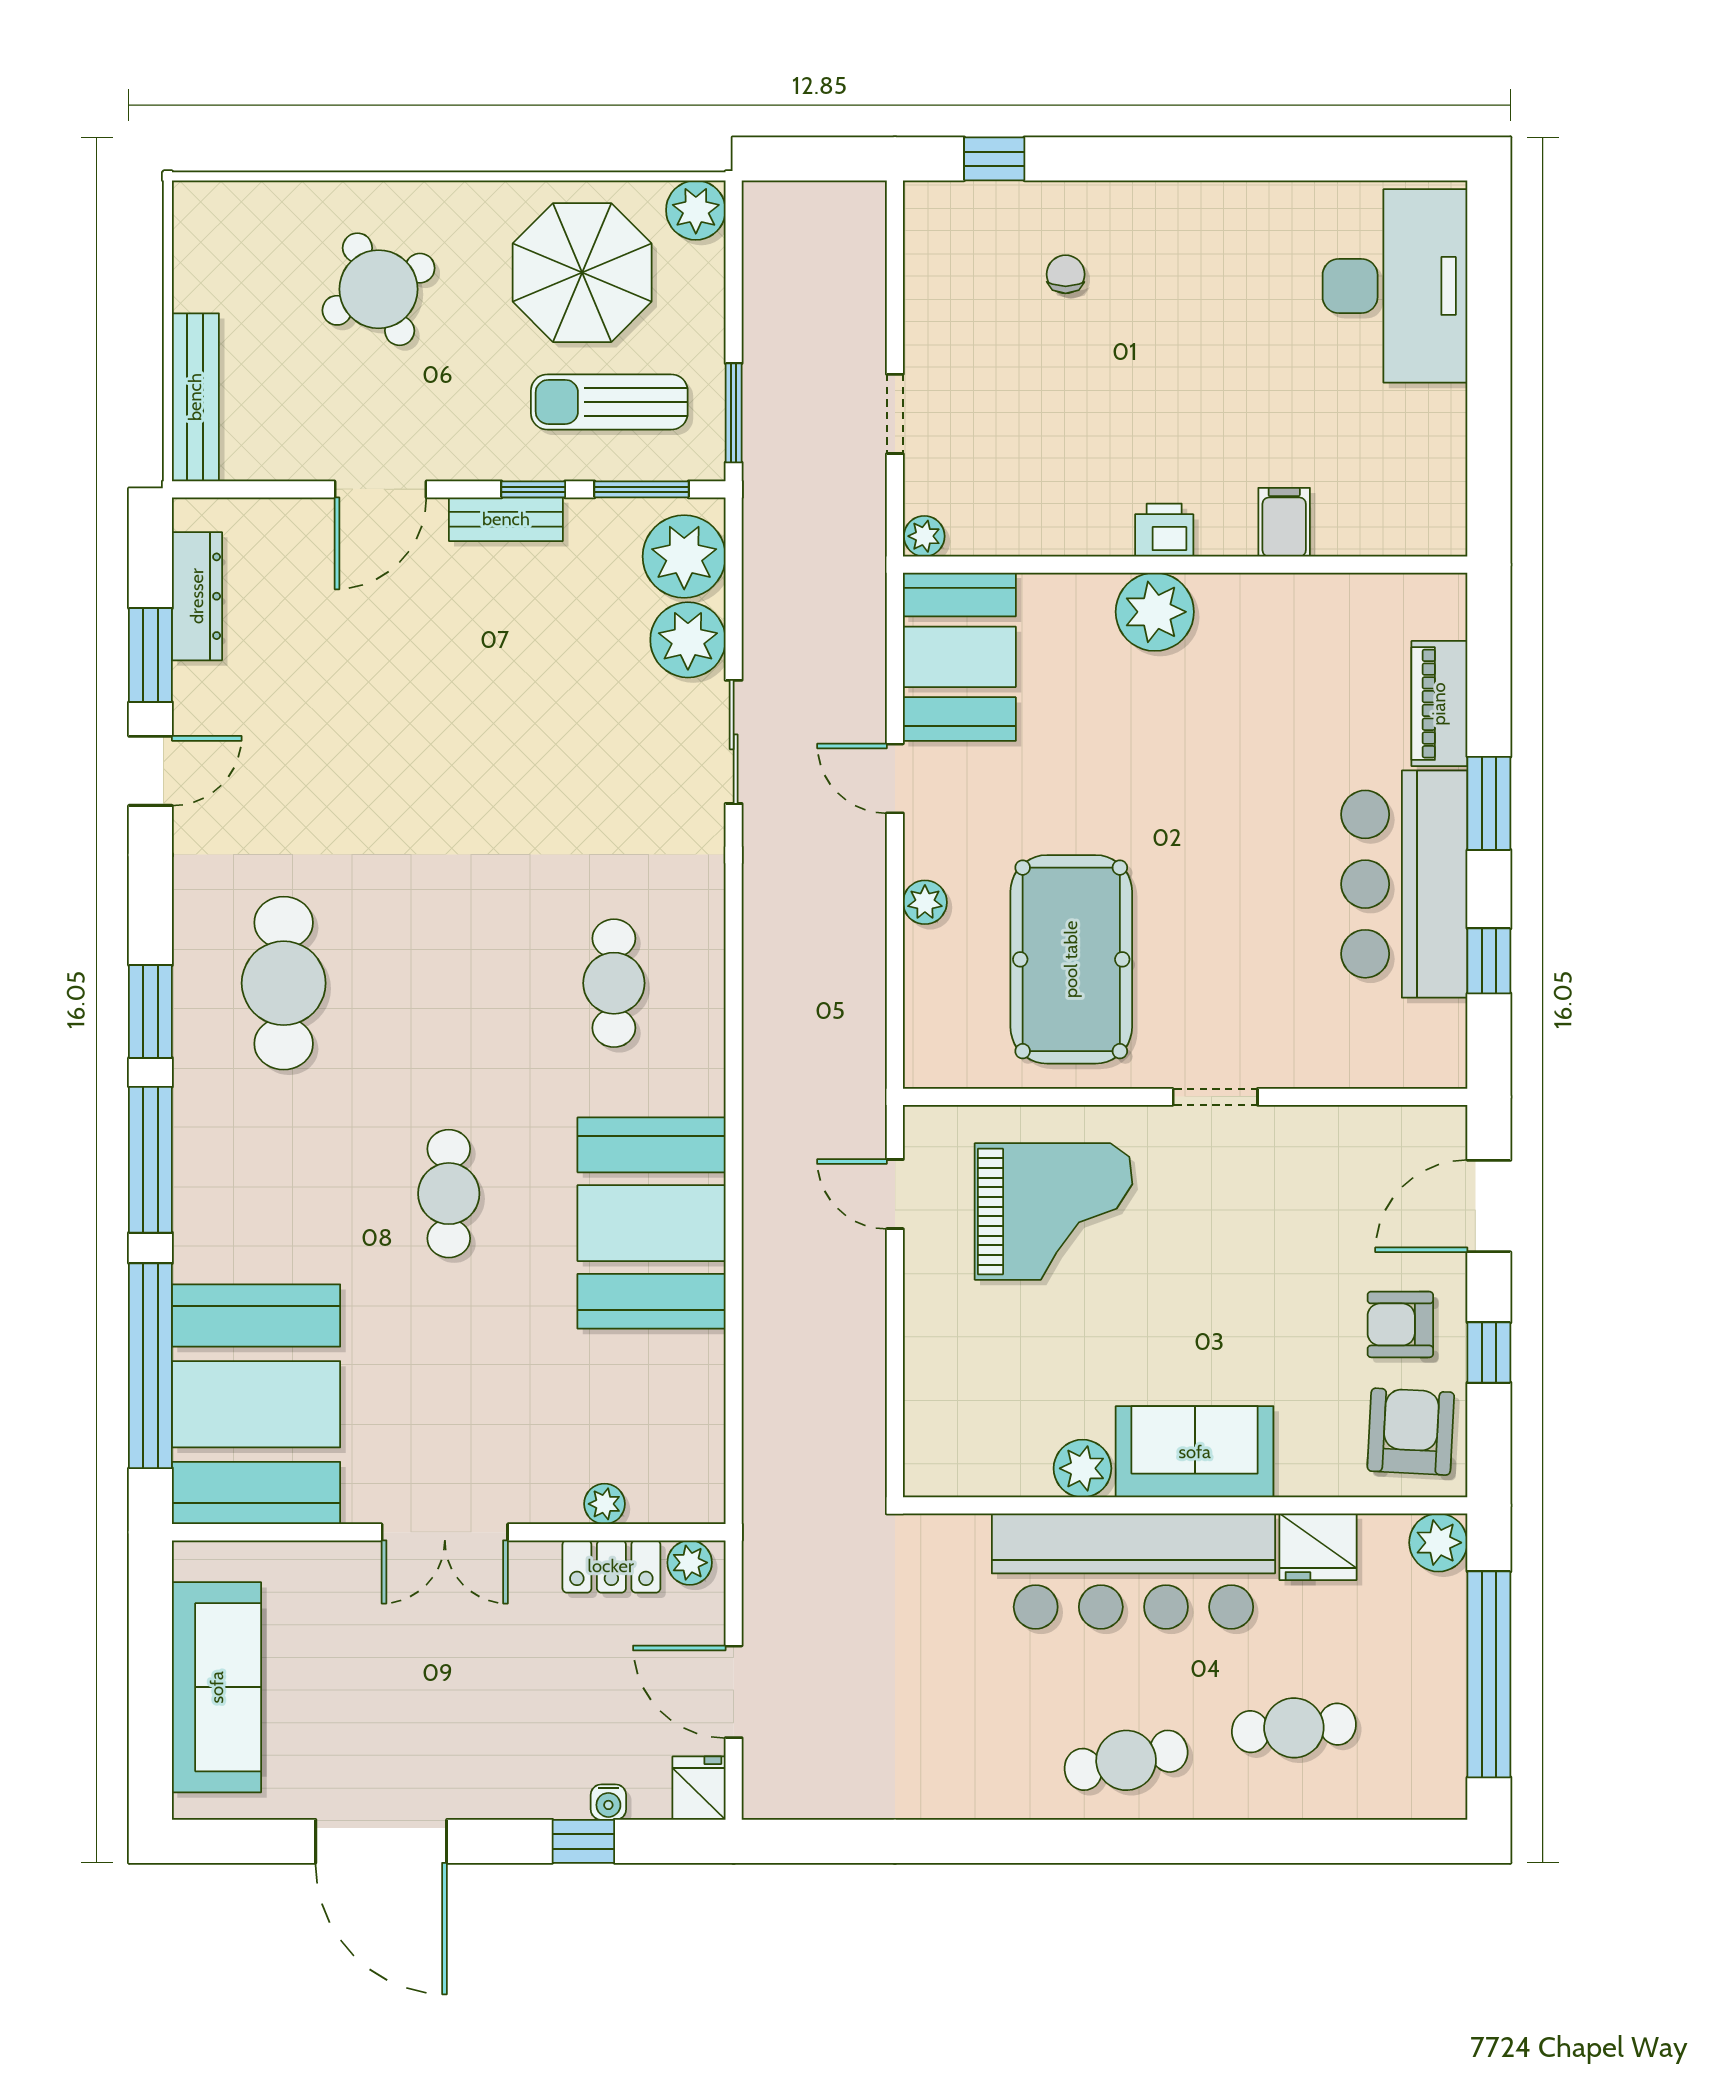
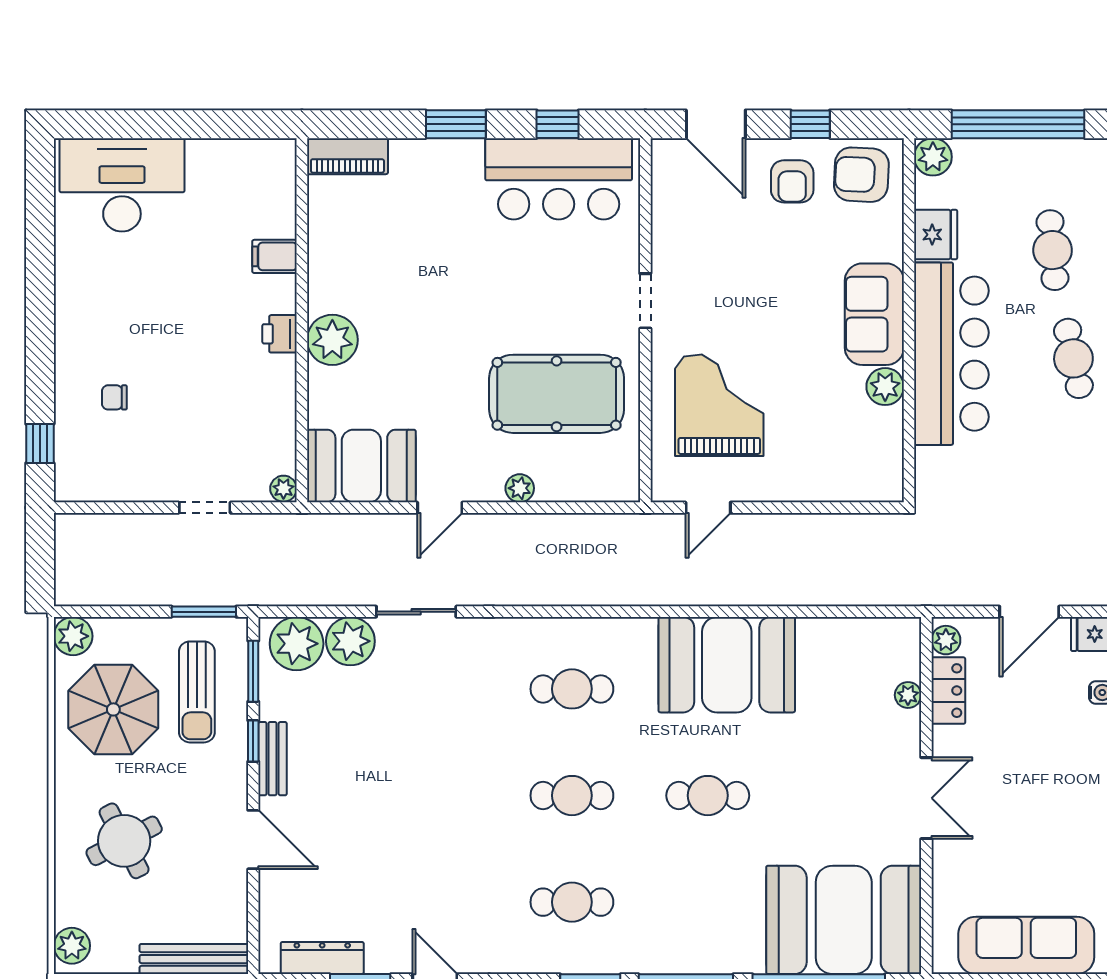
plant: (216, 208) -> (72, 946), added
piano: (1439, 704) -> (347, 156), moved
bar counter: (1404, 884) -> (559, 179), moved
cafe table: (284, 983) -> (572, 902), width x0.73, depth x0.74
cafe table: (449, 983) -> (572, 796), added

